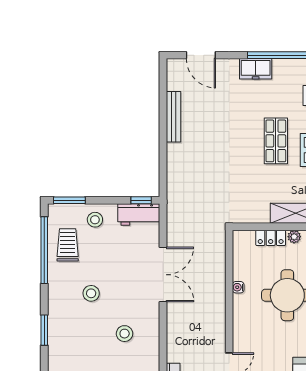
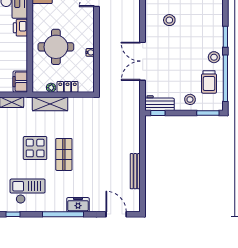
stool: (91, 293) -> (214, 57), moved
window: (44, 330) -> (225, 37), moved

